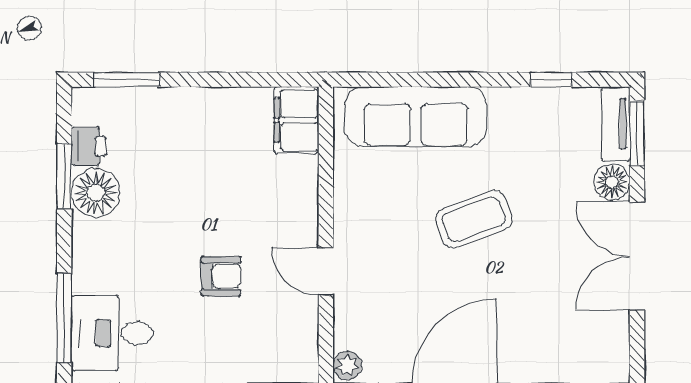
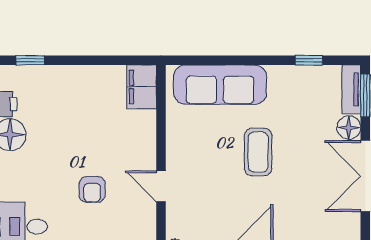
window: (127, 80) -> (30, 60), width x0.67
coffee table: (474, 219) -> (258, 152), turned -70
armchair: (221, 276) -> (92, 189), turned 90

